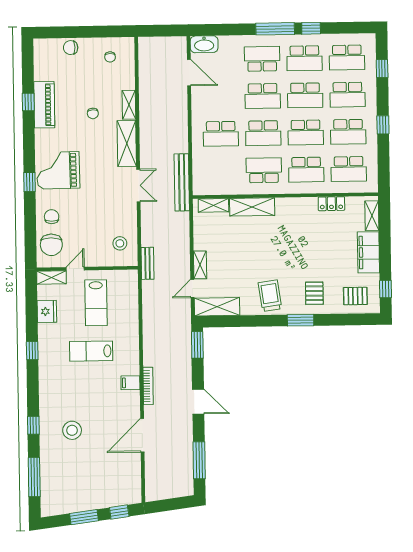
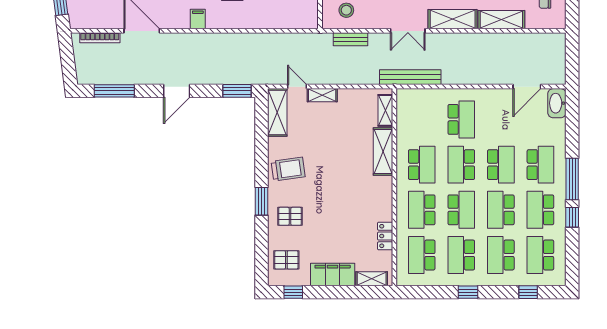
school desk: (263, 96) -> (501, 165), turned 180
shelving: (129, 105) -> (501, 20), width x1.50, depth x1.33
school desk: (306, 132) -> (461, 210), turned 180
school desk: (221, 134) -> (461, 119), turned 180
bench: (147, 263) -> (350, 39), moved
pallet: (355, 296) -> (286, 260), turned 90
bookcase: (148, 386) -> (100, 38), moved

